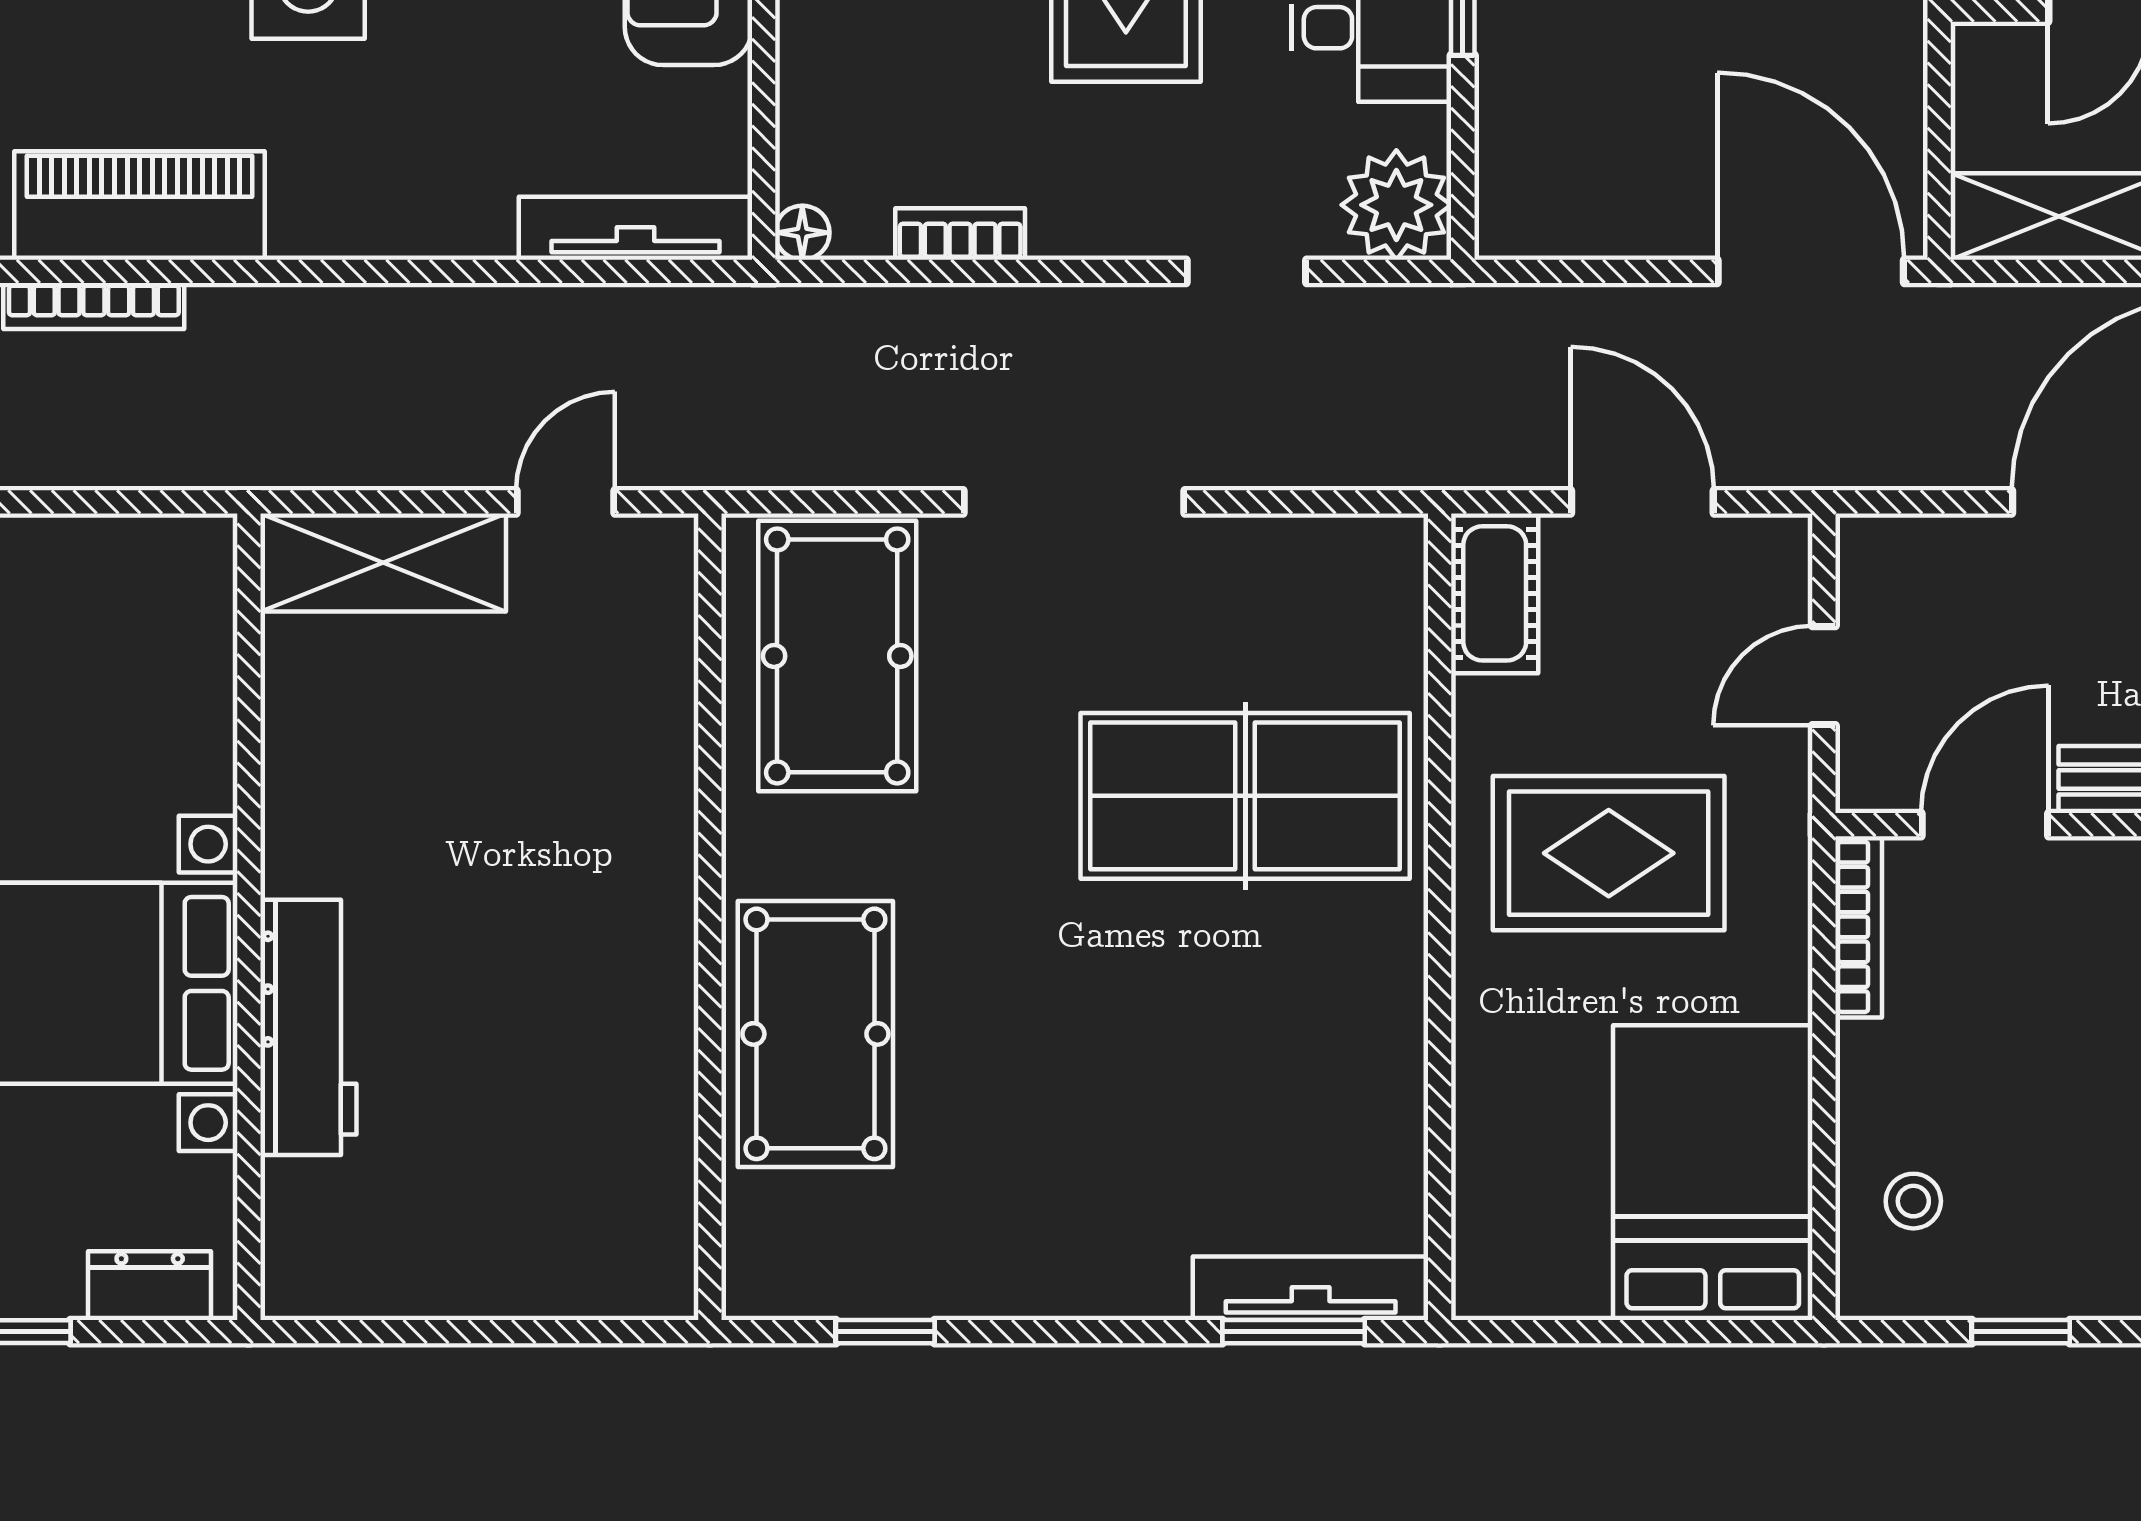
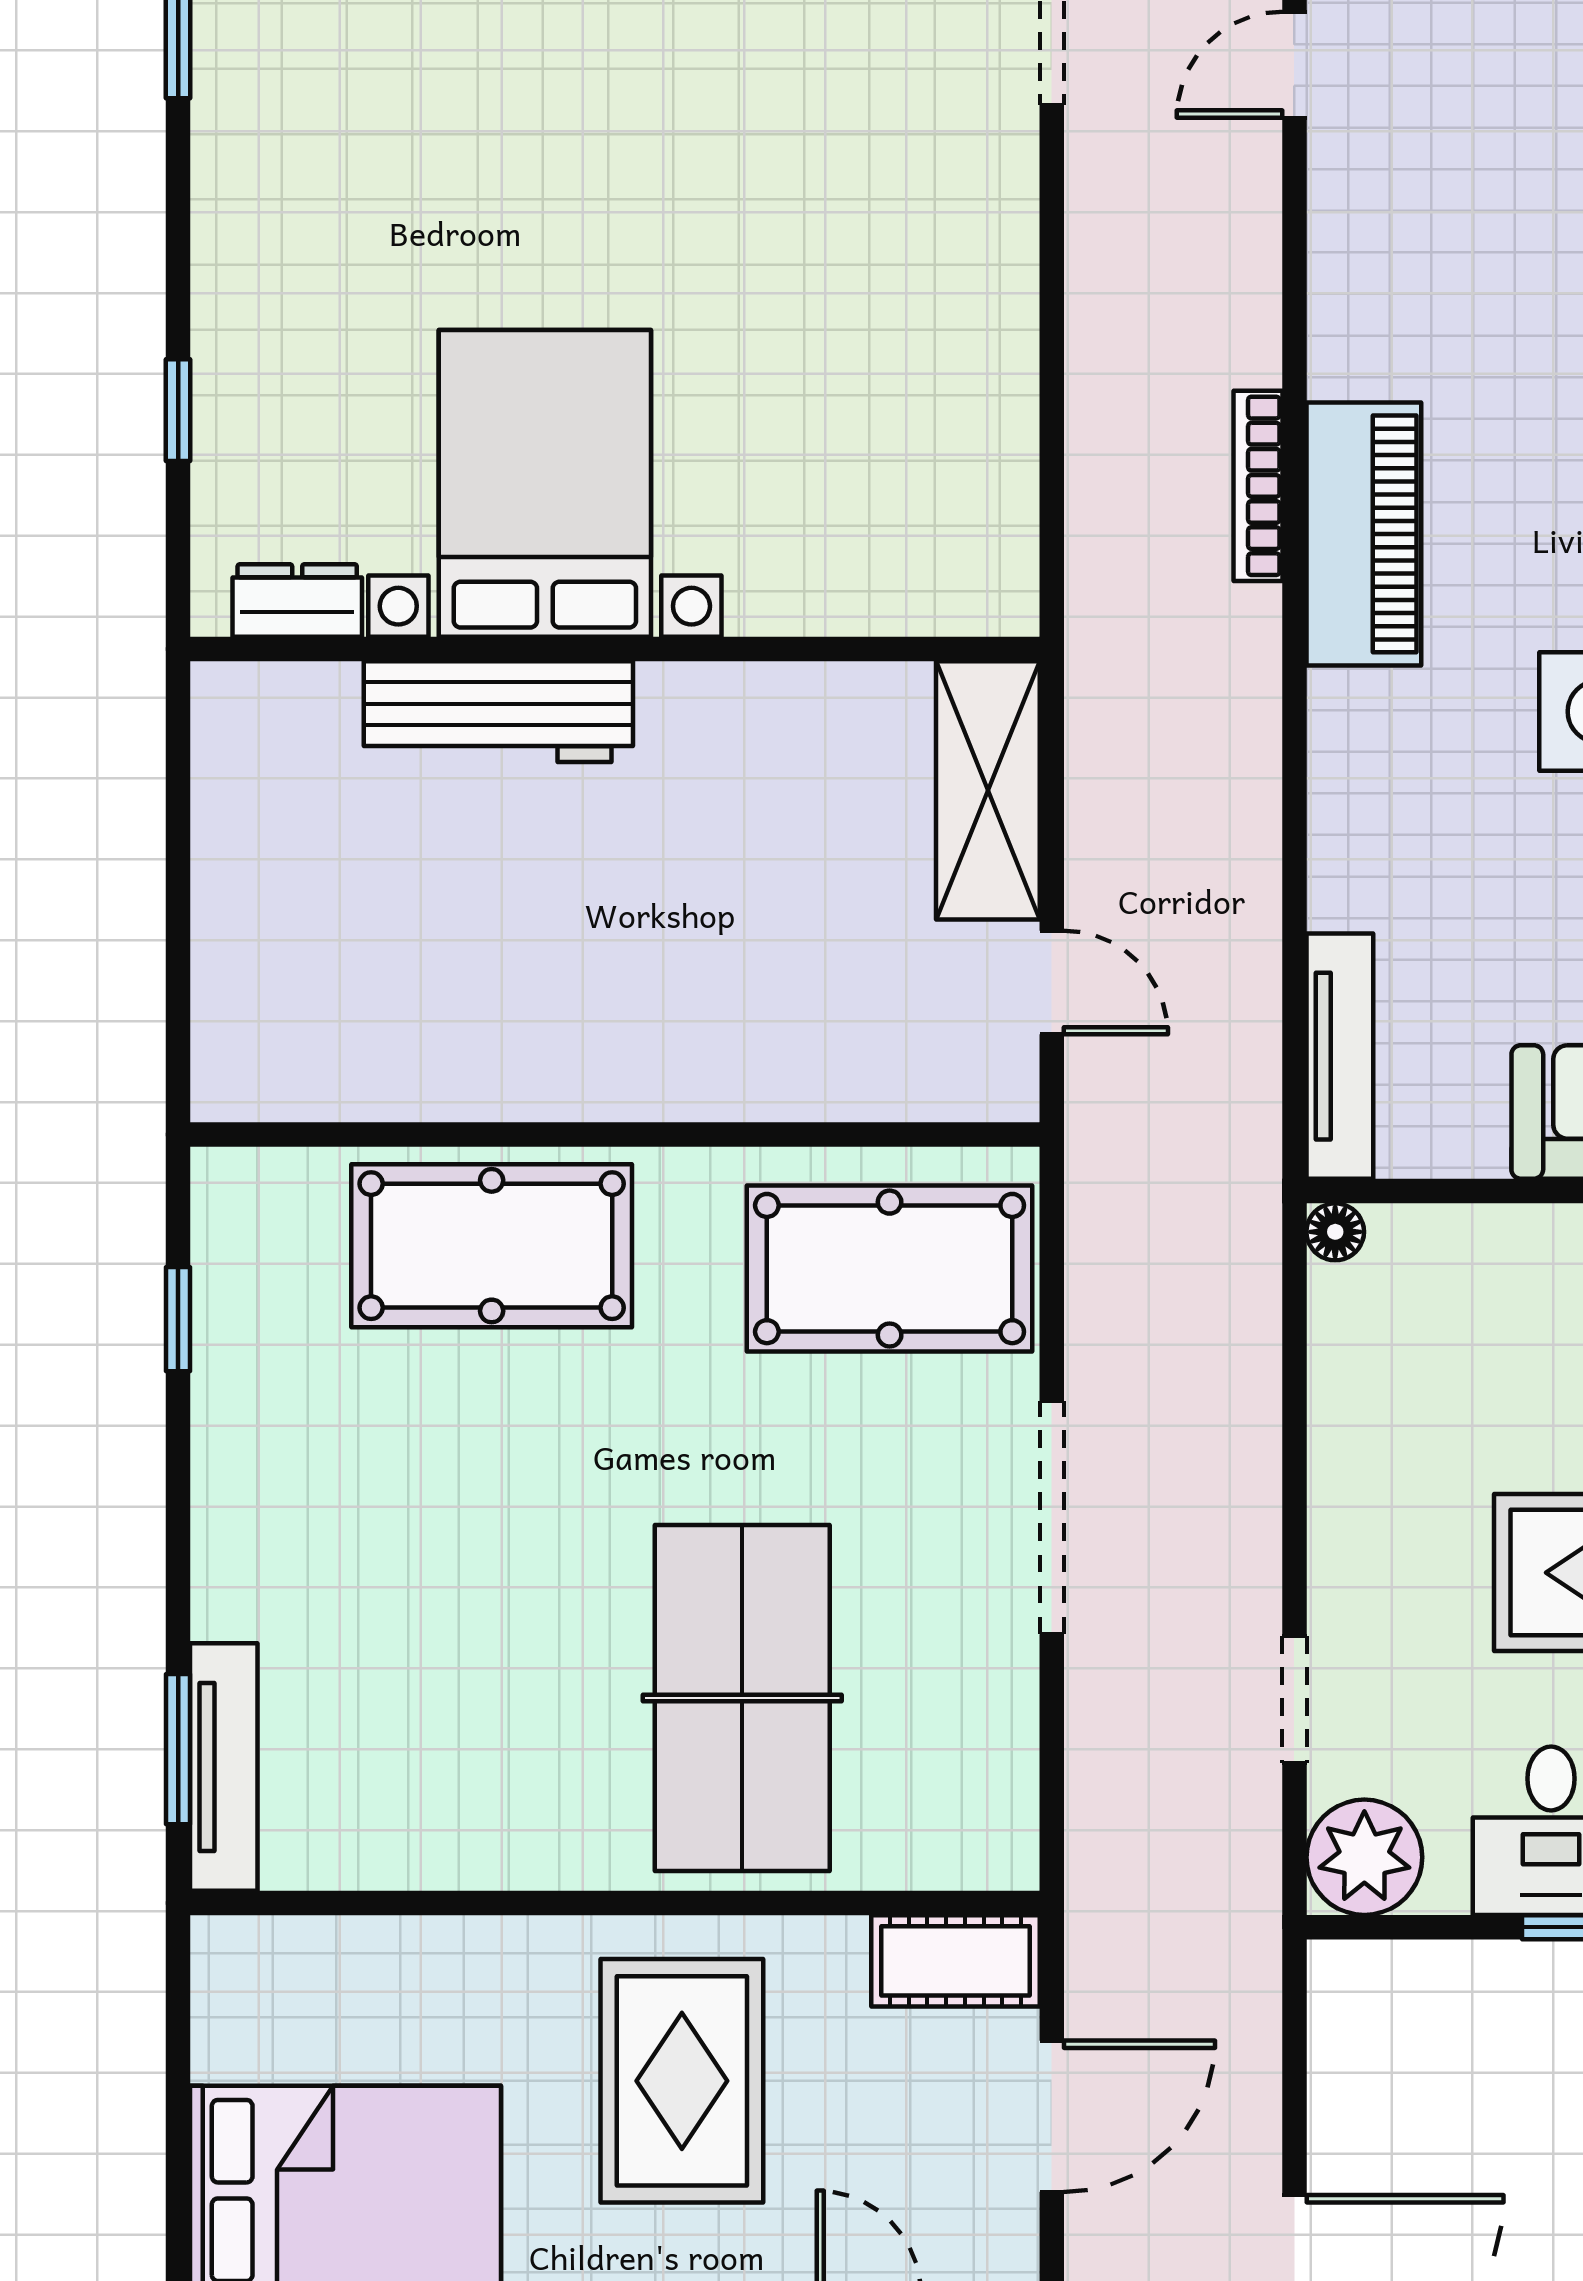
bookcase: (960, 234) -> (1334, 1398), removed
dresser: (150, 1286) -> (297, 601), moved, turned -90

